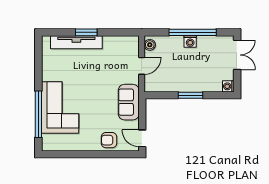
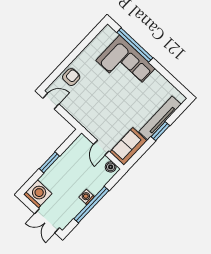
washing machine: (228, 86) -> (38, 194), width x1.89, depth x1.89
sofa: (129, 102) -> (128, 146), moved, turned -90

